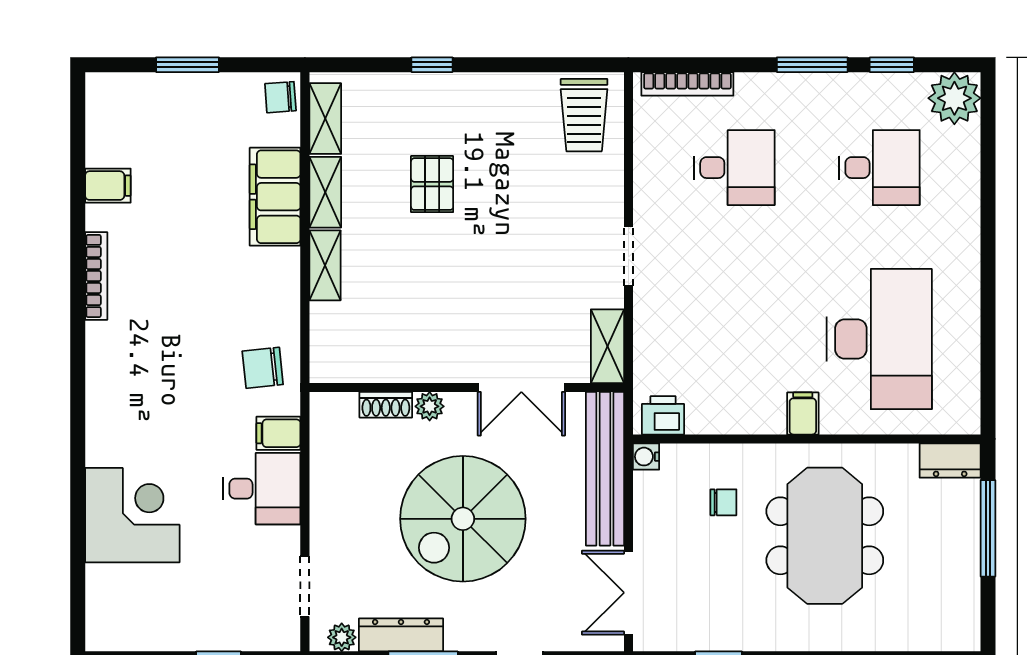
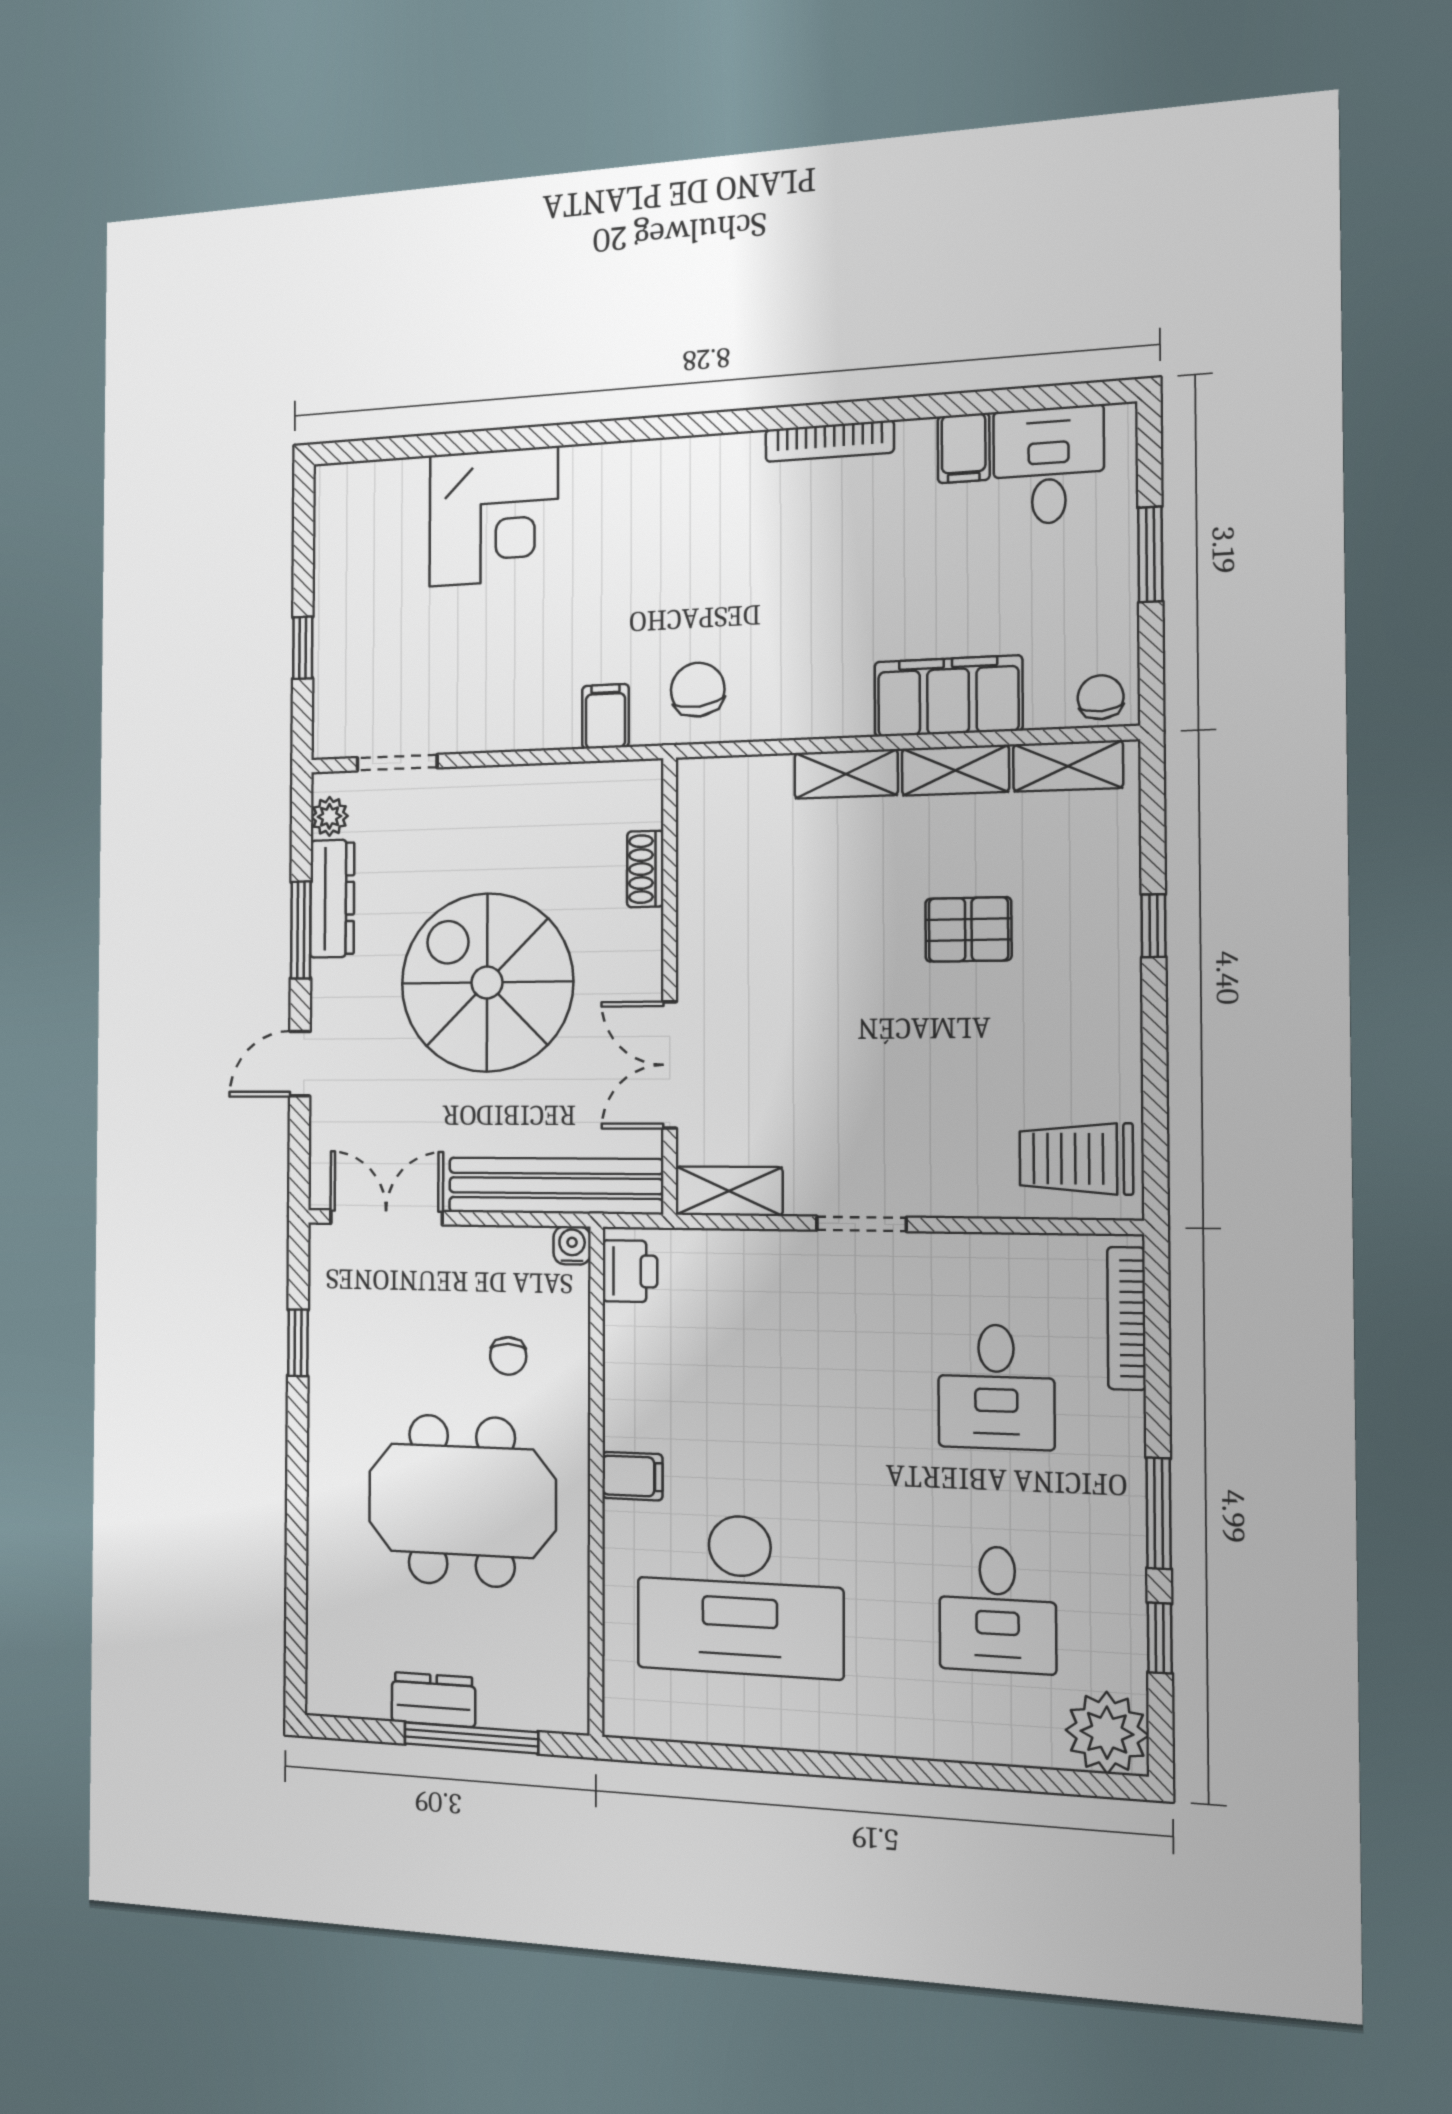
plant: (430, 406) -> (643, 932), removed
dresser: (950, 461) -> (433, 1700), moved, turned 90
desk: (262, 489) -> (1049, 465), moved, turned 180

